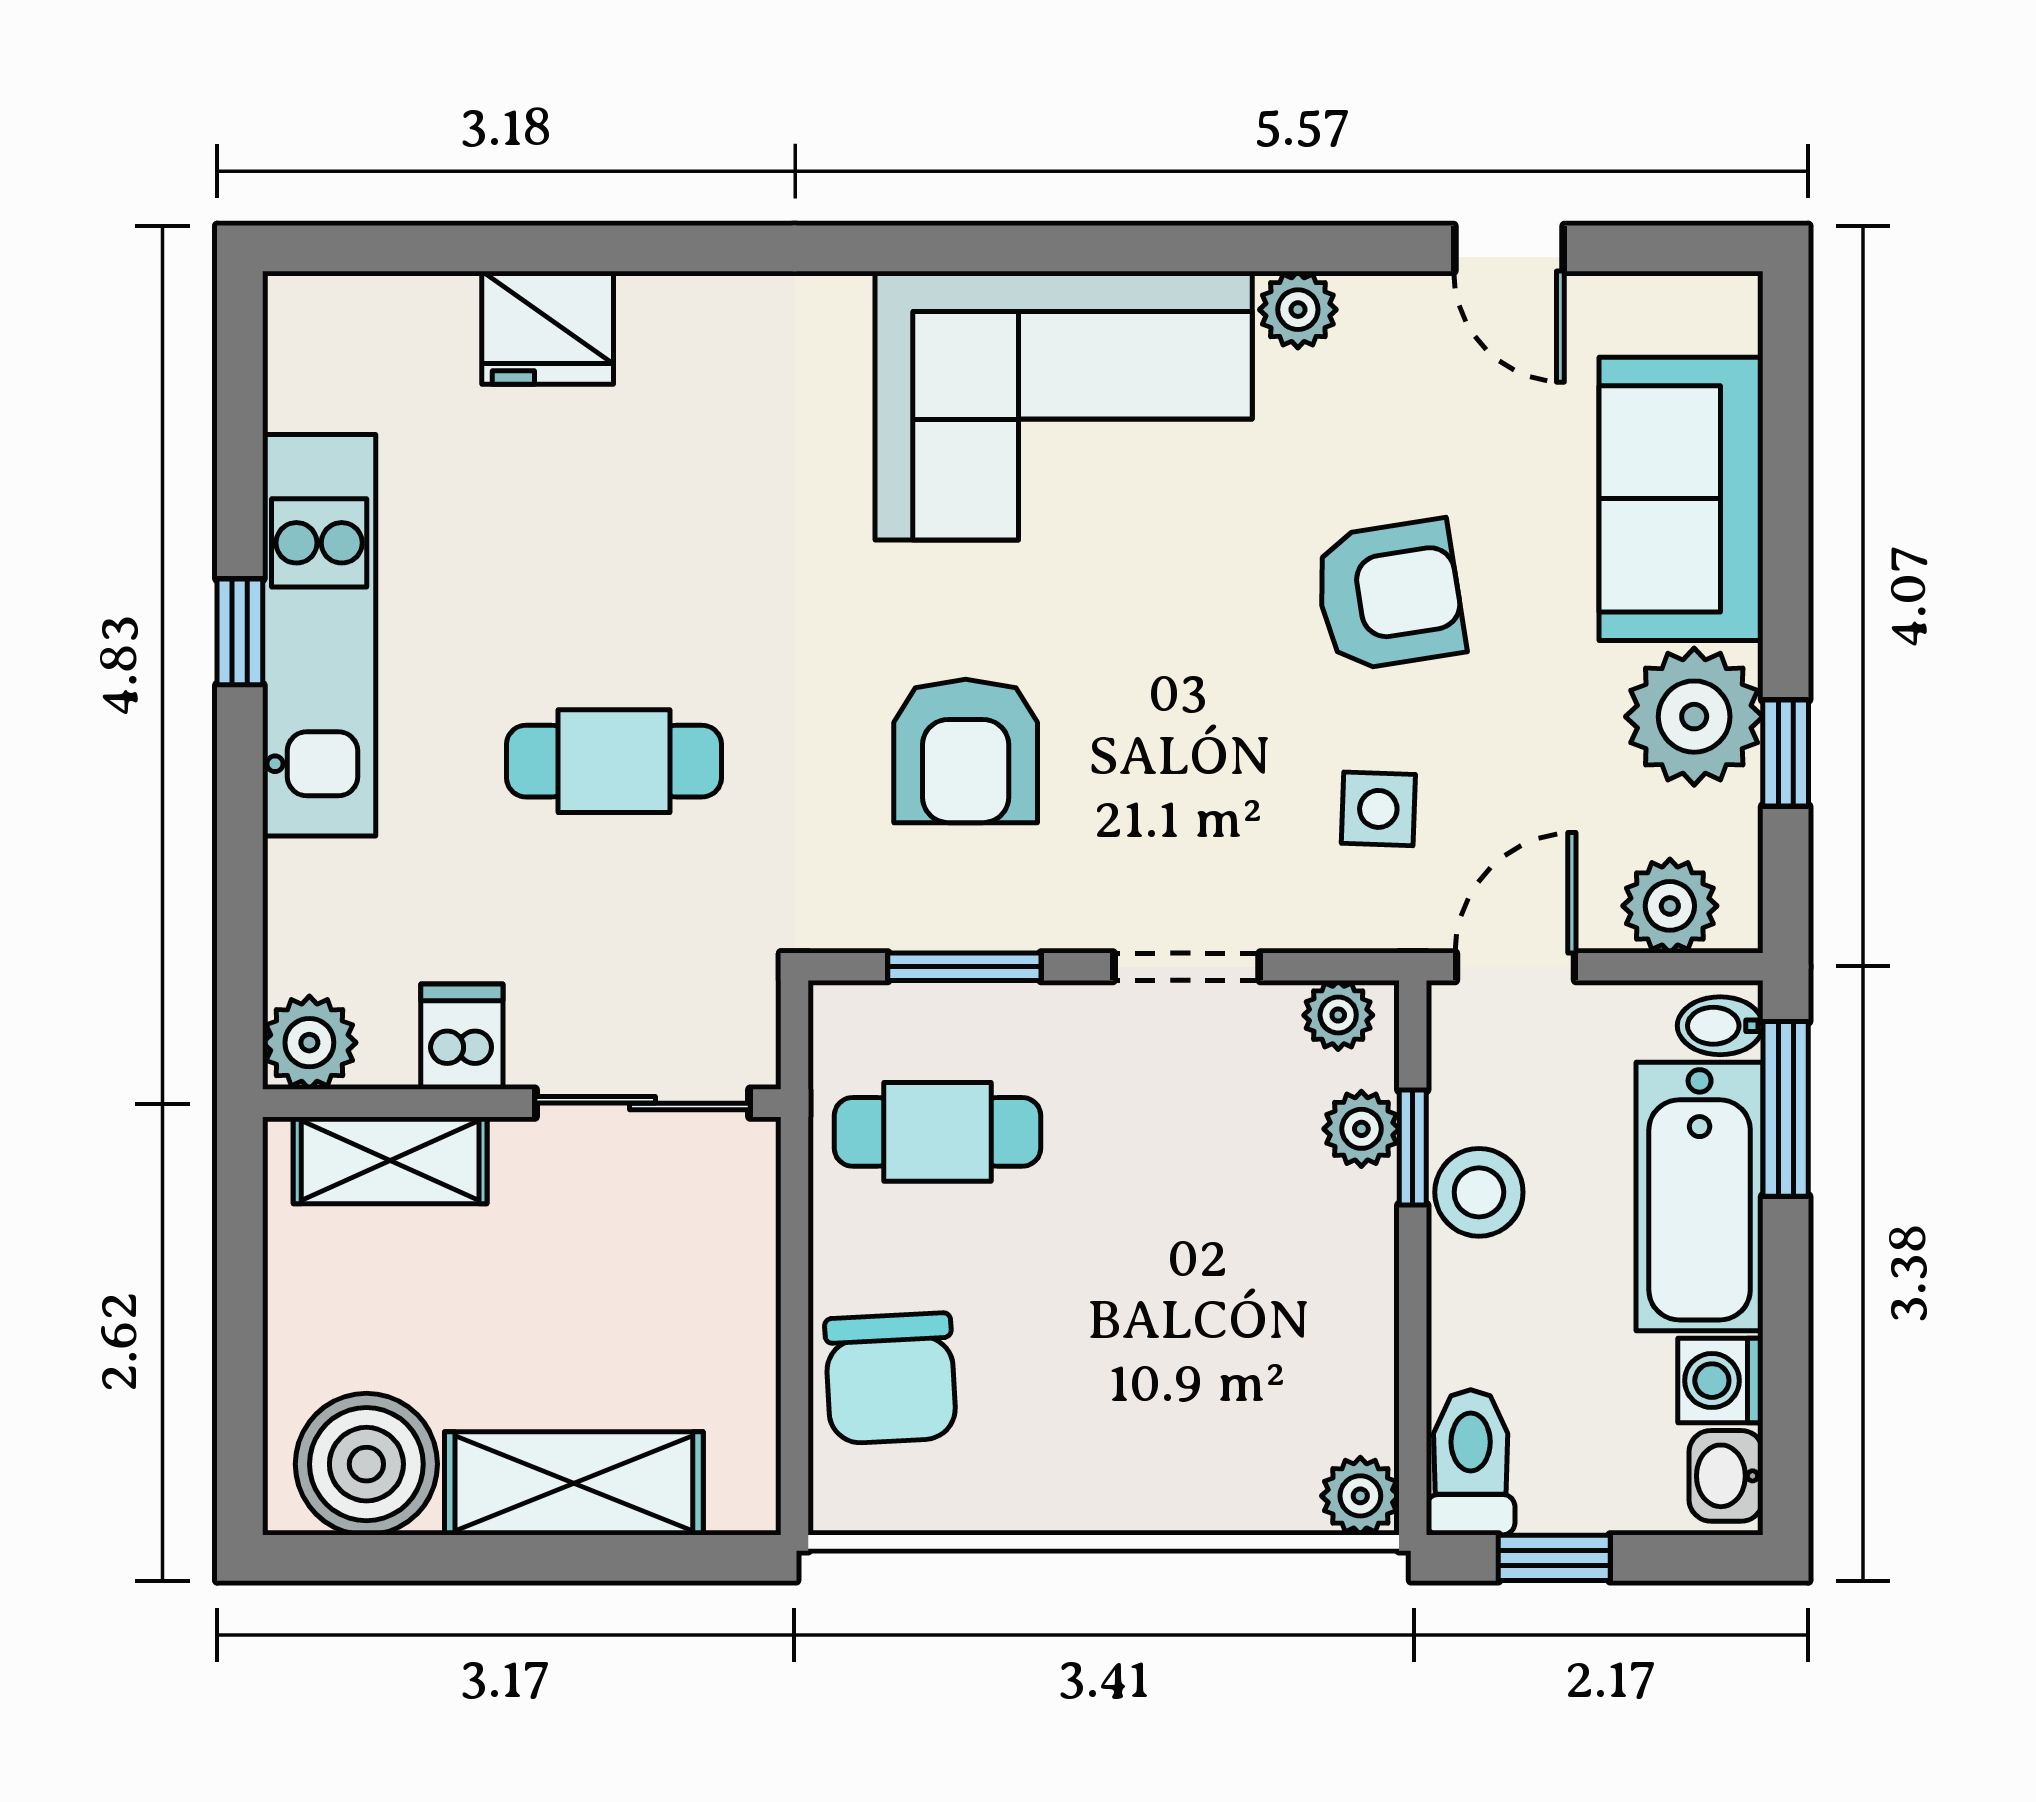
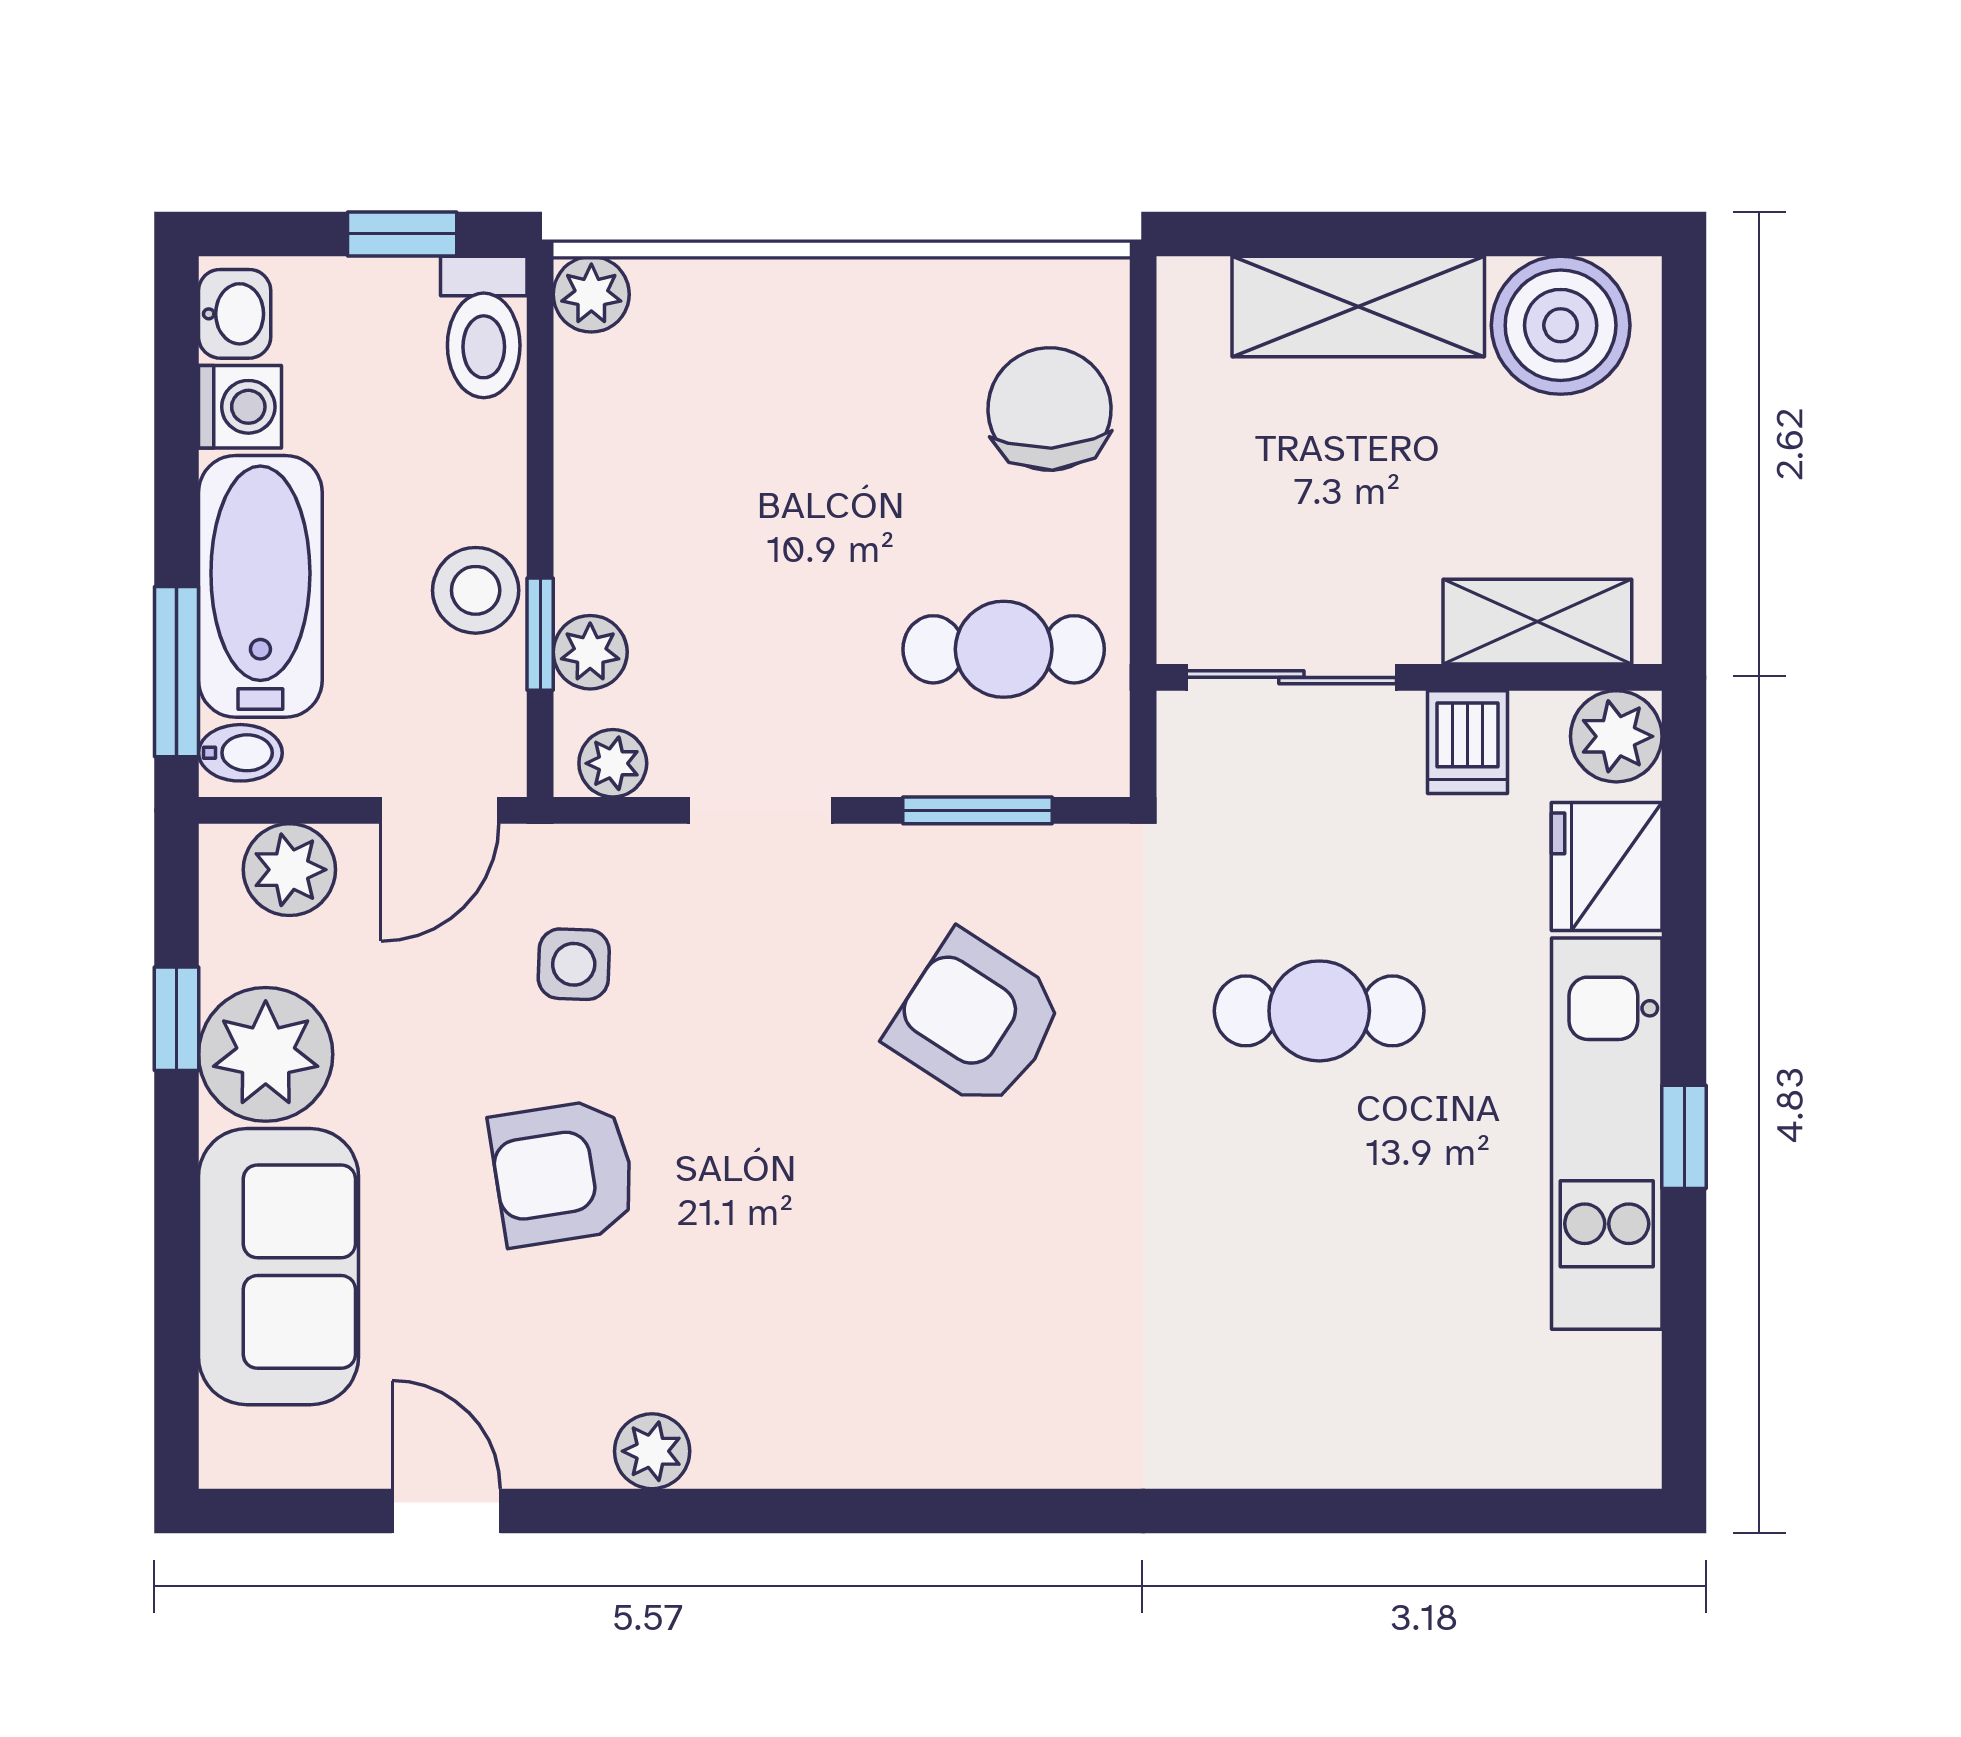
fridge: (548, 328) -> (1607, 867), moved, turned -90
corner sofa: (1064, 406) -> (881, 1358), removed
armchair: (966, 751) -> (976, 1021), turned -57

